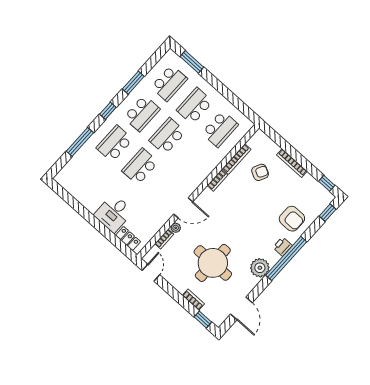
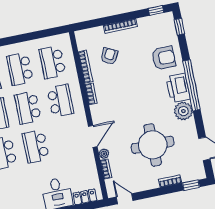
school desk: (220, 129) -> (52, 62), turned 180
school desk: (193, 159) -> (60, 101), added
printer: (283, 247) -> (178, 88), width x1.87, depth x1.48

